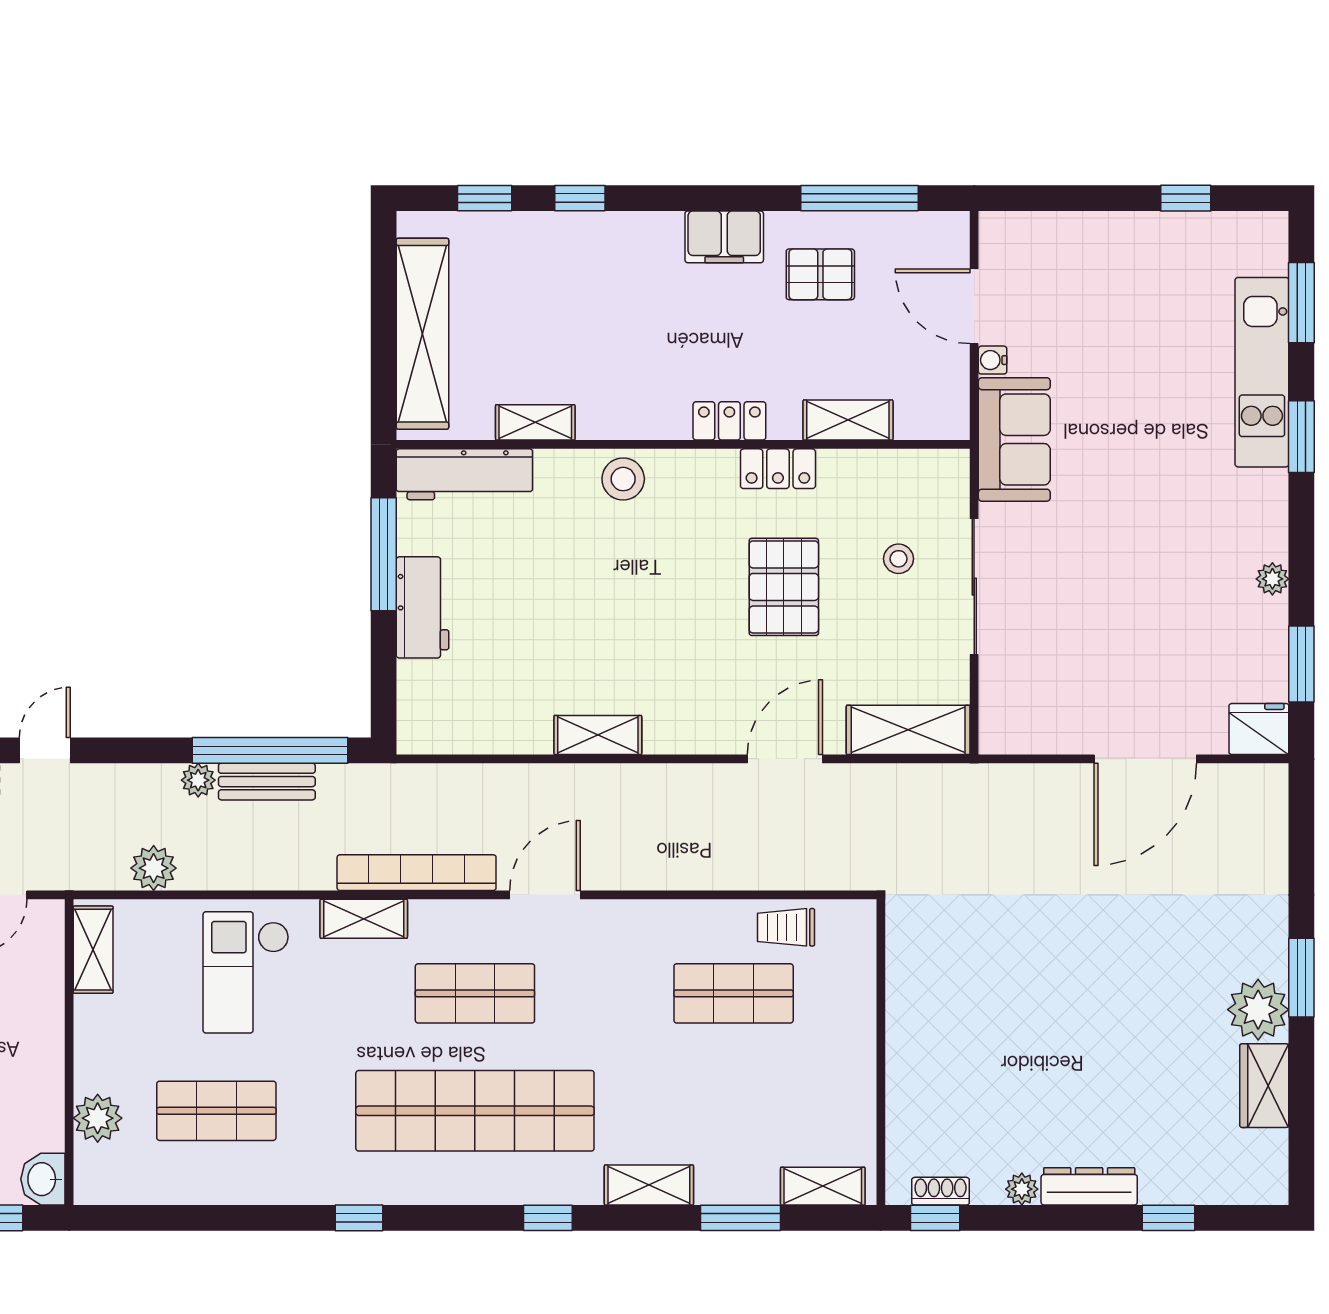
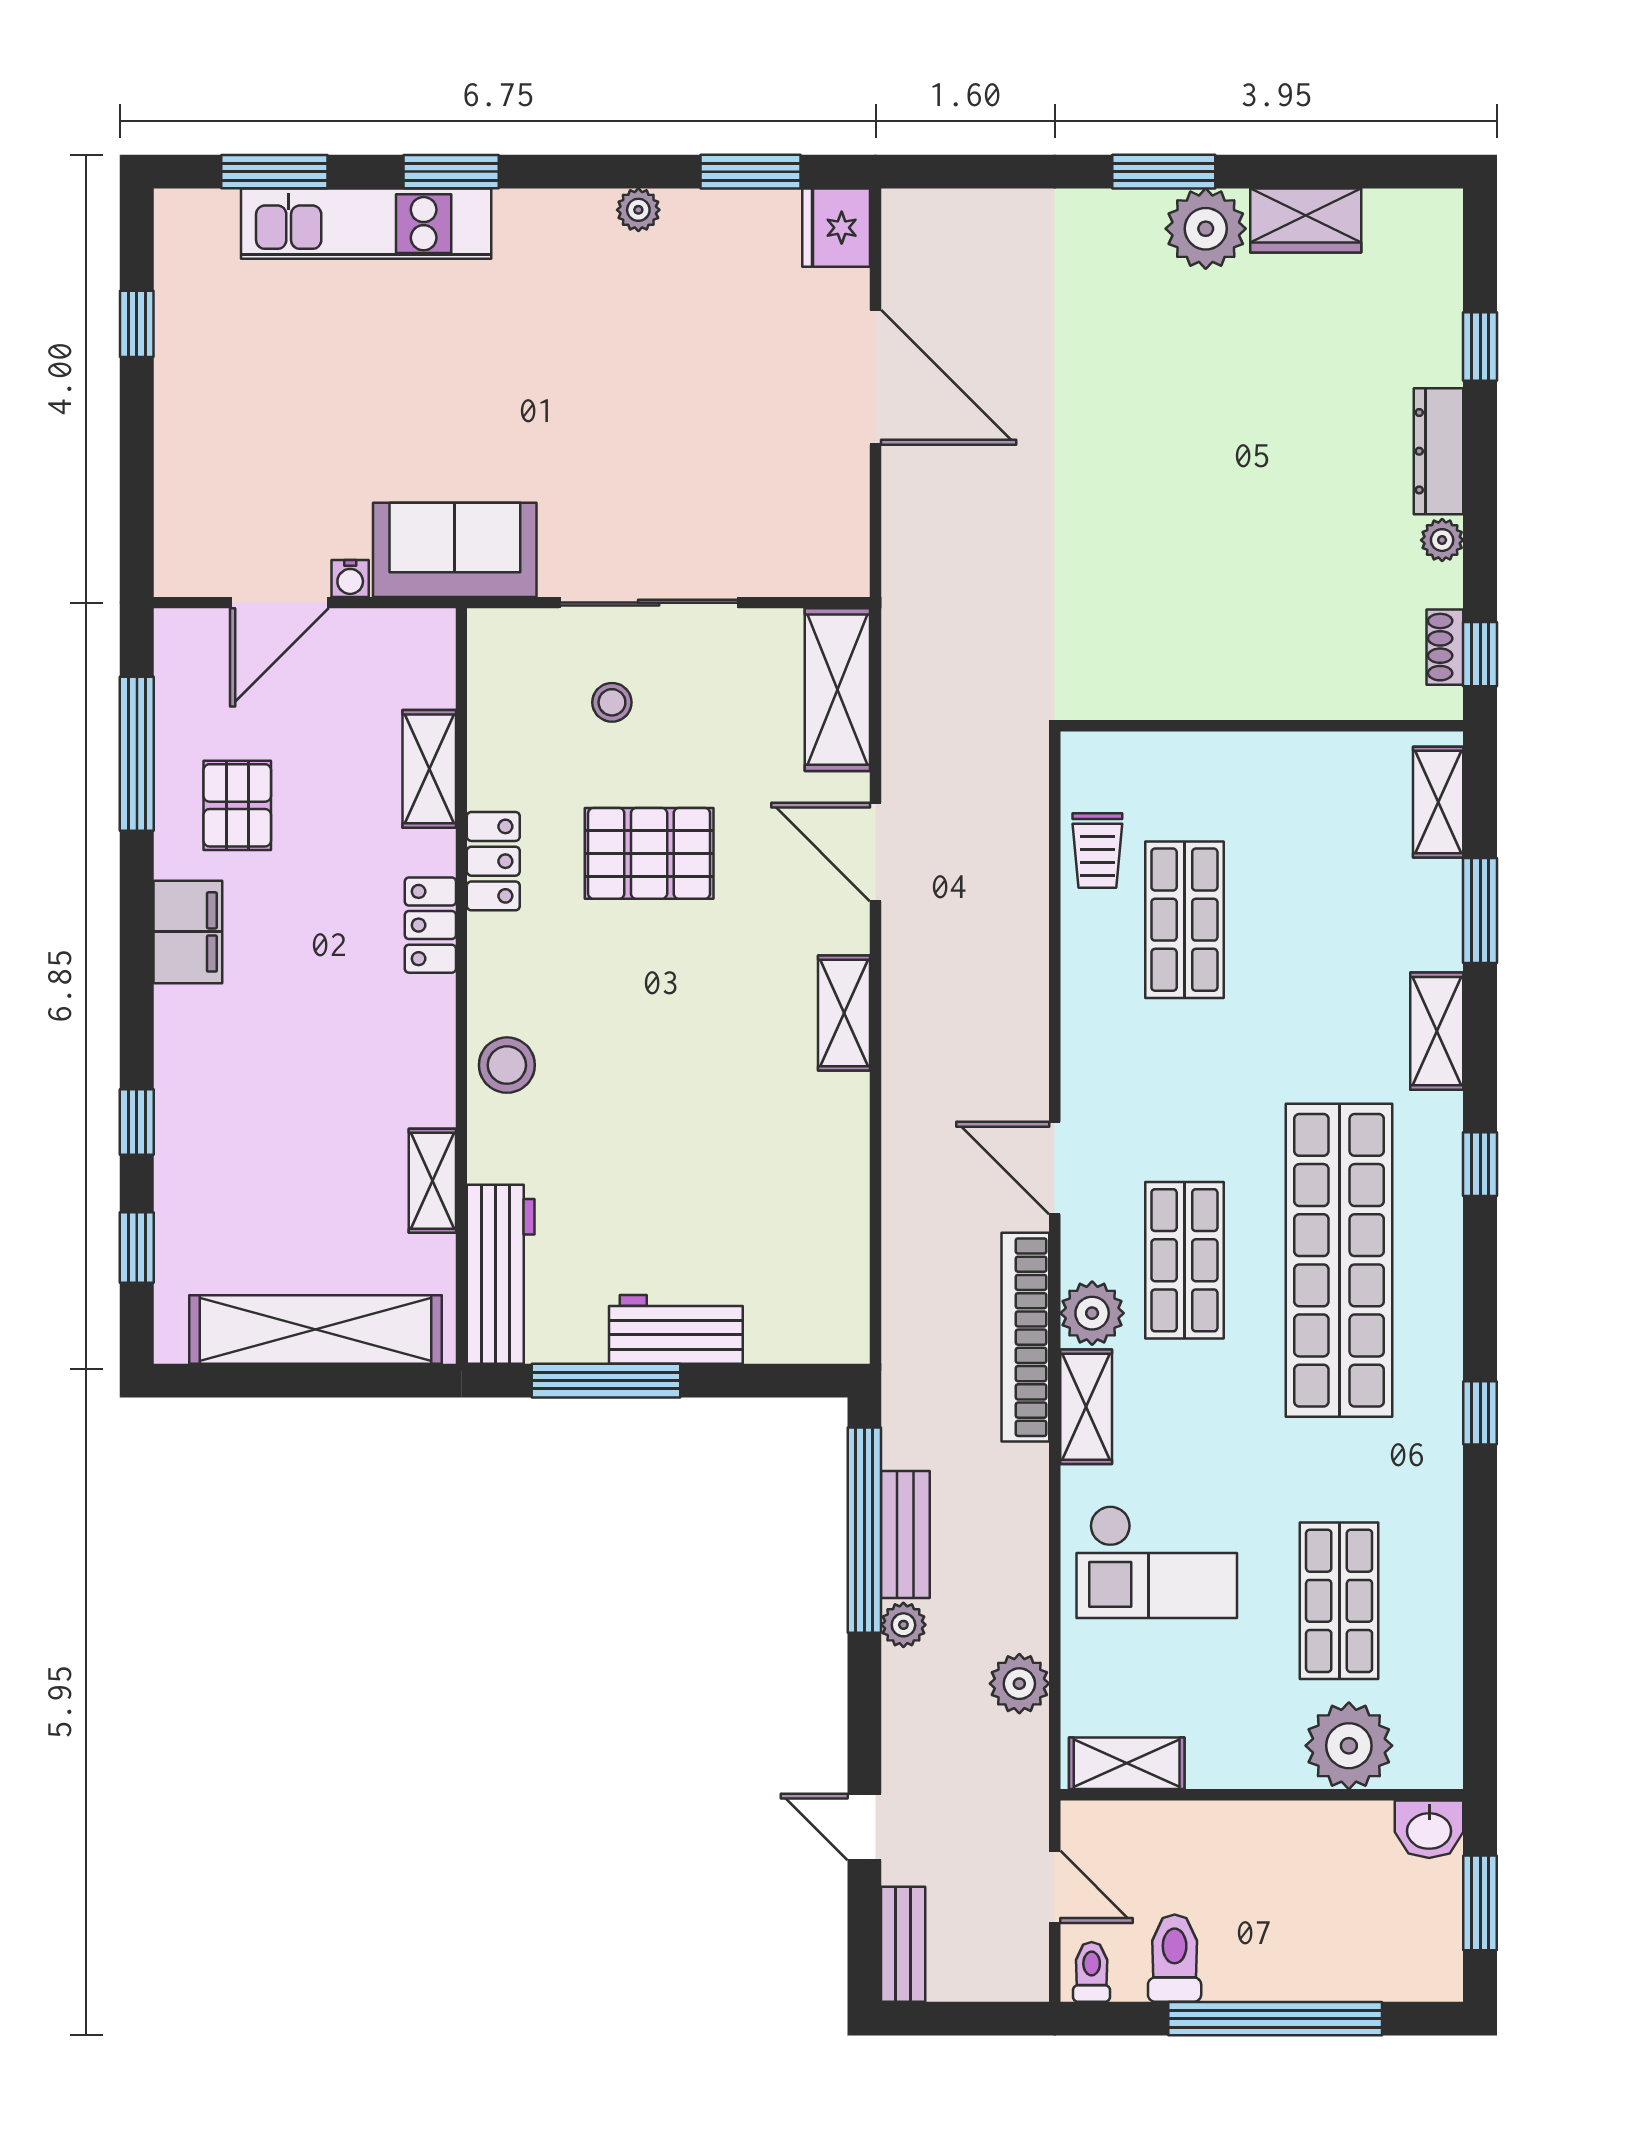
shelving: (598, 735) -> (844, 1013), moved
plant: (435, 923) -> (1092, 1313), added
plant: (98, 1118) -> (1349, 1746), width x1.36, depth x1.36

